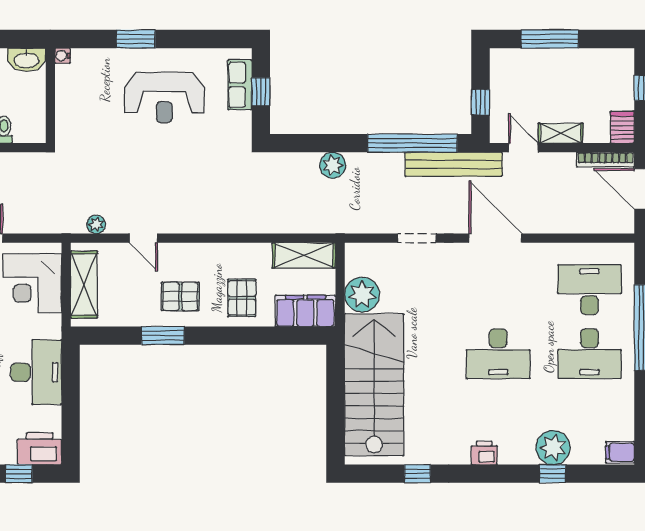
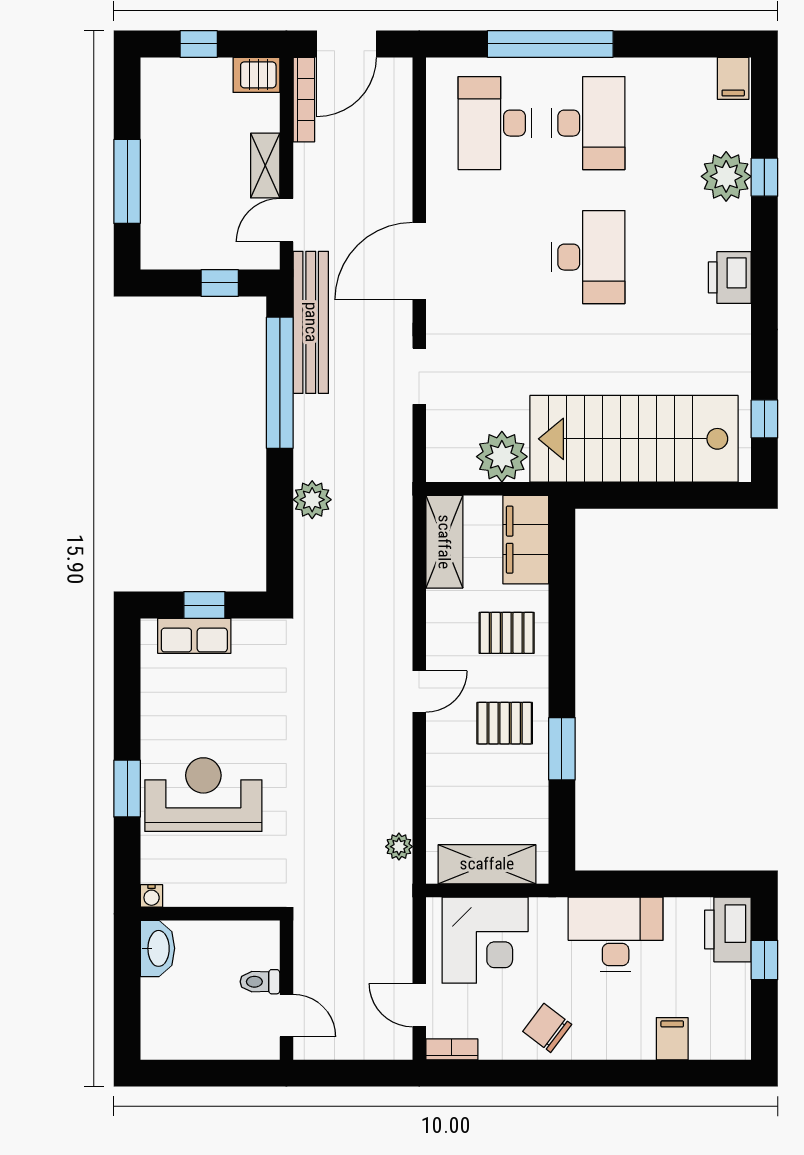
reception desk: (164, 98) -> (203, 795), moved, turned -90
door: (143, 238) -> (419, 692), moved
pallet: (180, 296) -> (505, 723), turned 90
printer: (484, 453) -> (730, 277), width x1.36, depth x1.24
window: (417, 474) -> (764, 419), moved

